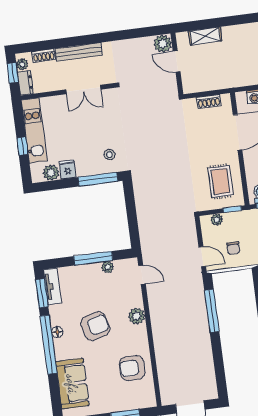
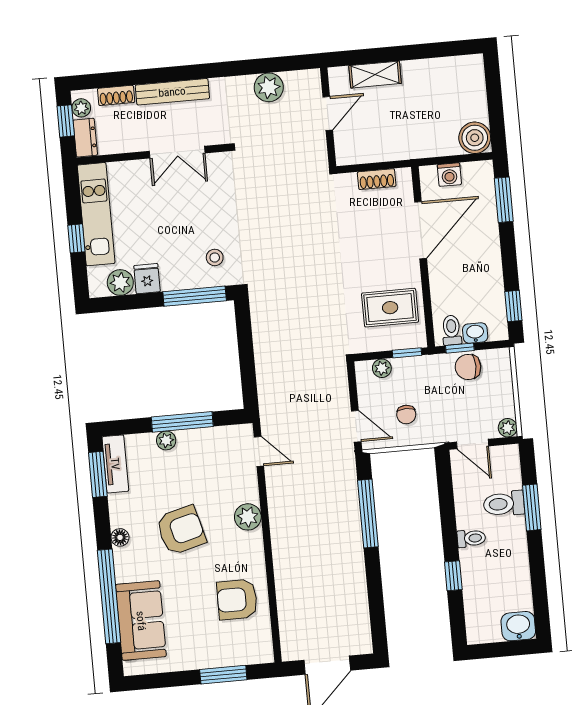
plant: (163, 44) -> (269, 87), moved
door: (177, 62) -> (328, 113), swing flipped
rug: (220, 181) -> (390, 308), turned 90
plant: (108, 267) -> (166, 440), moved
window: (49, 345) -> (109, 596), moved

